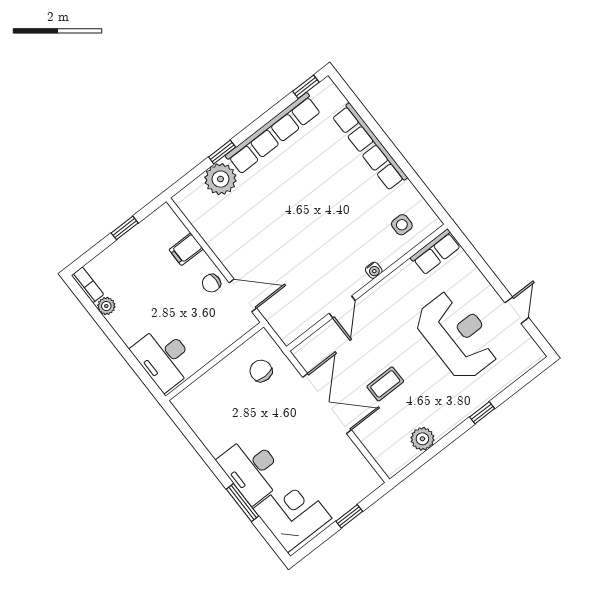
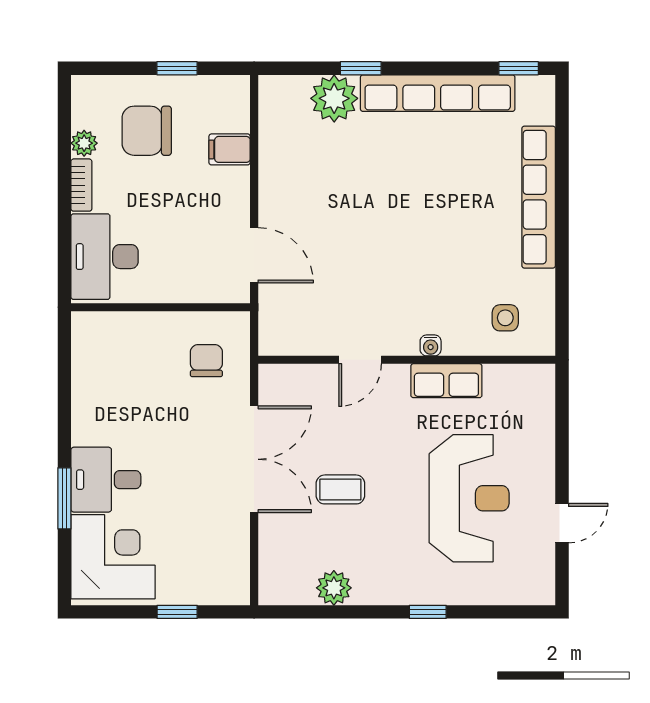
row of seats: (436, 252) -> (446, 381), moved
chair: (211, 283) -> (147, 131), moved, width x1.87, depth x1.87
bookcase: (88, 285) -> (81, 185), moved
desk: (252, 469) -> (106, 480), width x0.73

